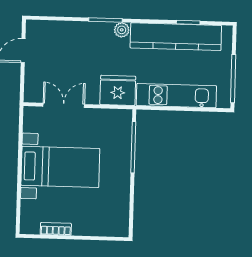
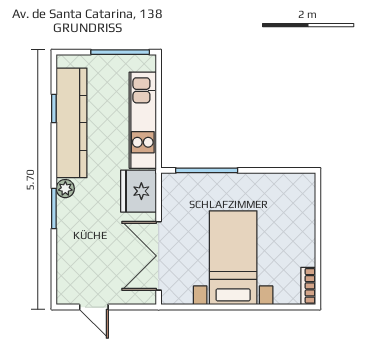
double door: (64, 105) -> (159, 256), width x1.37
bookcase: (56, 229) -> (308, 286), moved

